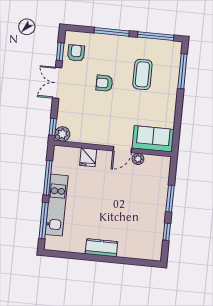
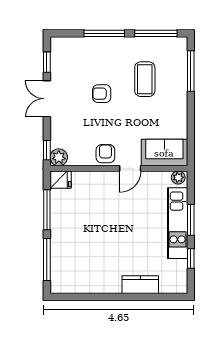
armchair: (76, 53) -> (105, 154), moved
fridge: (88, 157) -> (61, 180), moved, turned -90
plant: (138, 159) -> (178, 177), moved
kitchen unit: (57, 205) -> (178, 223), moved, turned 180
kitchen counter: (101, 248) -> (140, 285), moved

